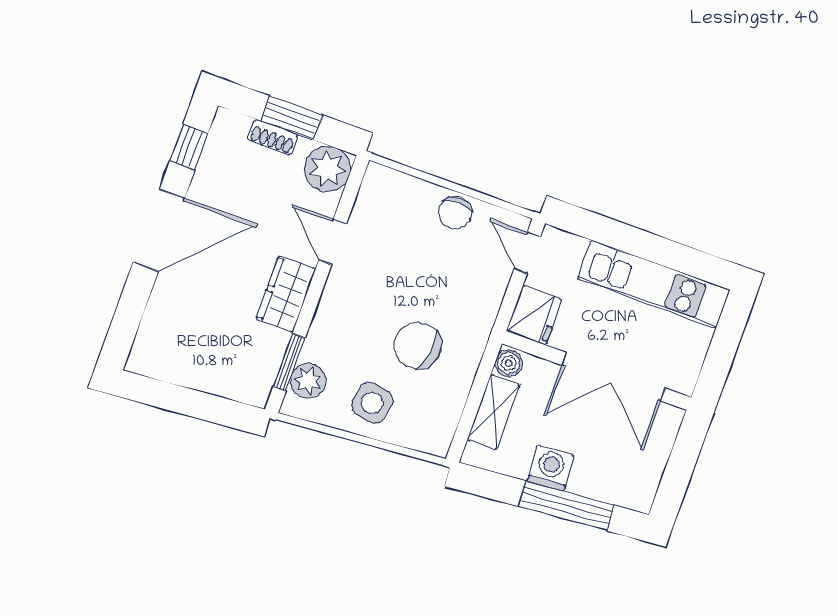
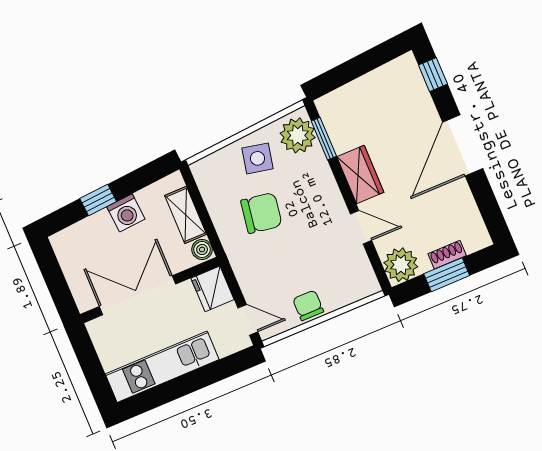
window: (189, 147) -> (433, 75), moved
plant: (308, 381) -> (298, 135), width x1.36, depth x1.36
window: (566, 506) -> (98, 200), width x0.46

